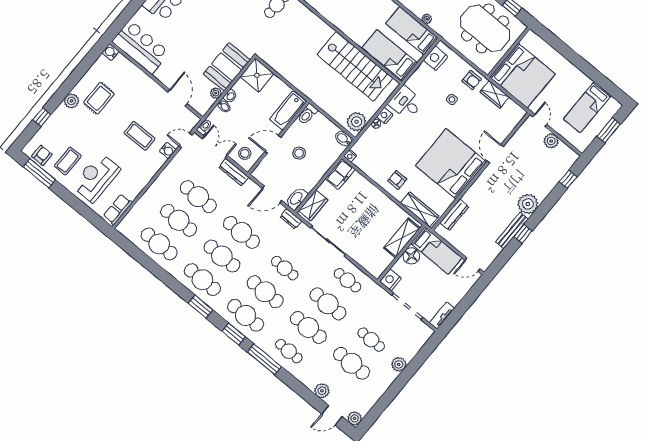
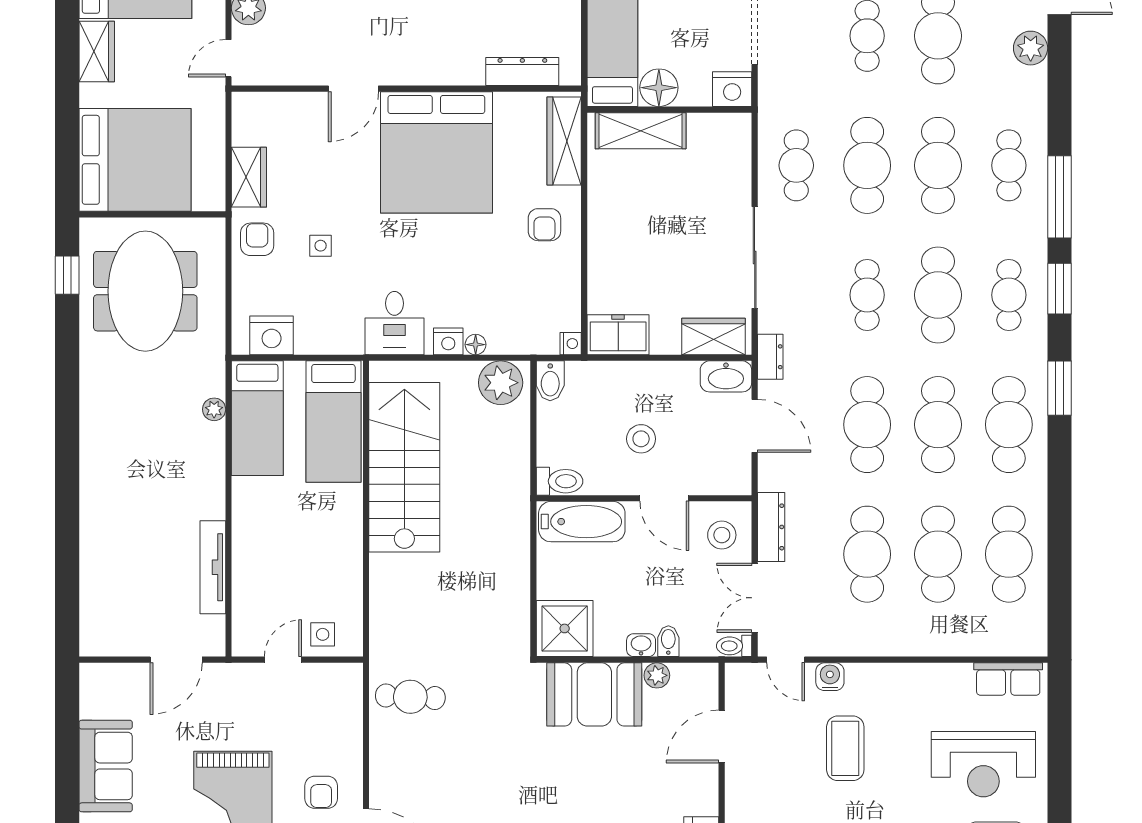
bed: (523, 76) -> (135, 160), moved, turned 90
wardrobe: (578, 78) -> (97, 51), added
cafe table: (246, 315) -> (1009, 295), width x0.73, depth x0.74

